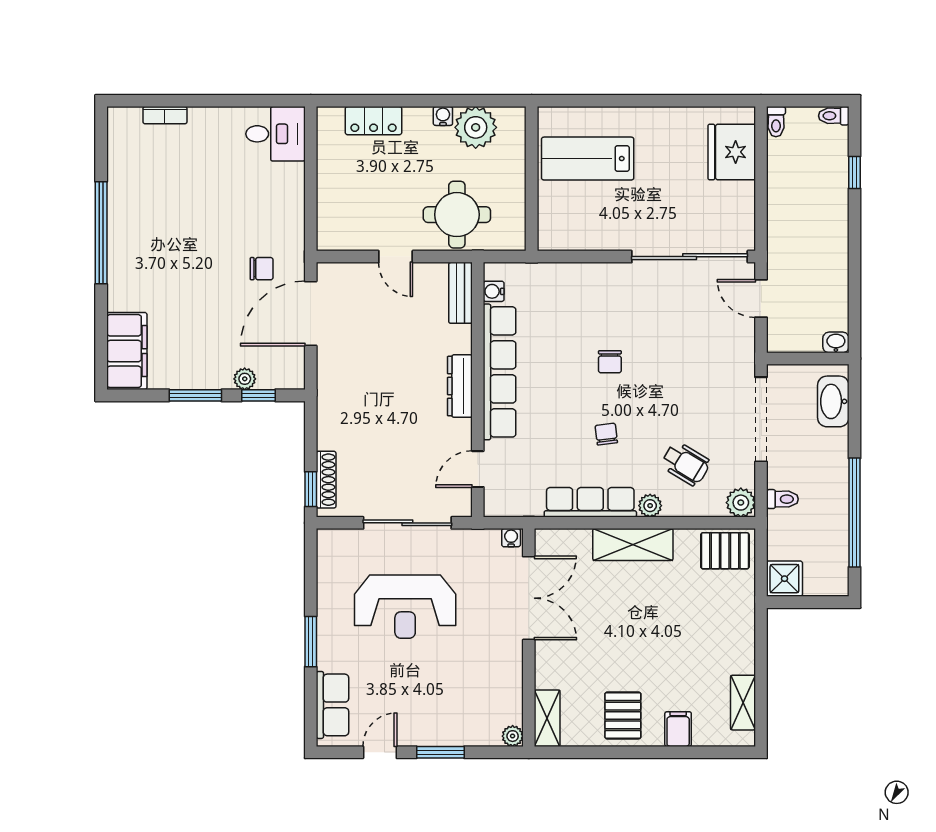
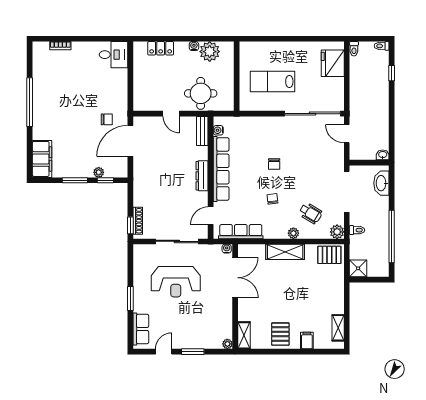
lab bench: (588, 159) -> (273, 82), moved
row of seats: (590, 502) -> (241, 232), moved

